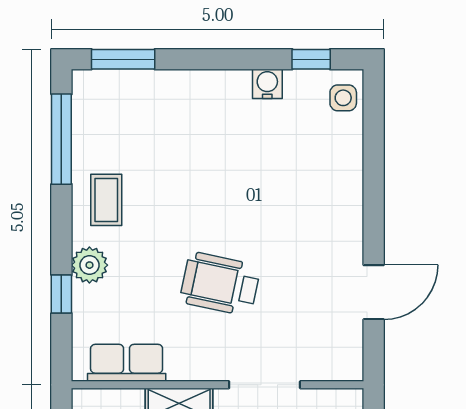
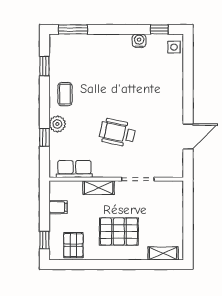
window: (61, 139) -> (44, 66), width x0.46

